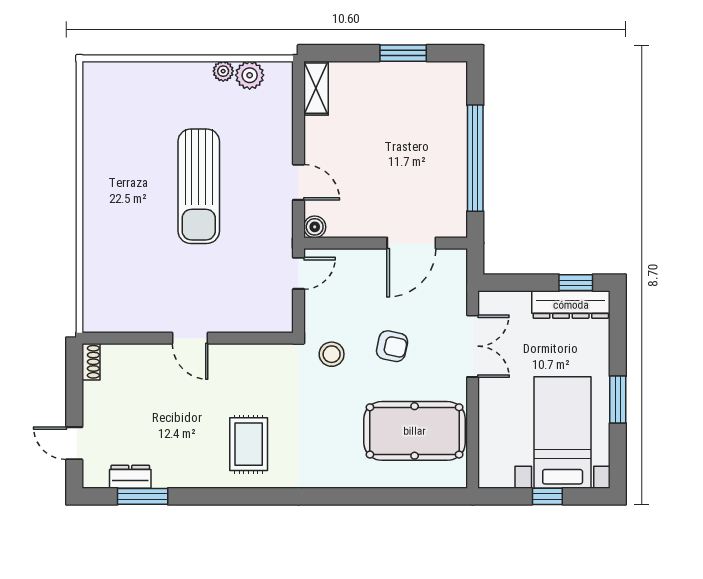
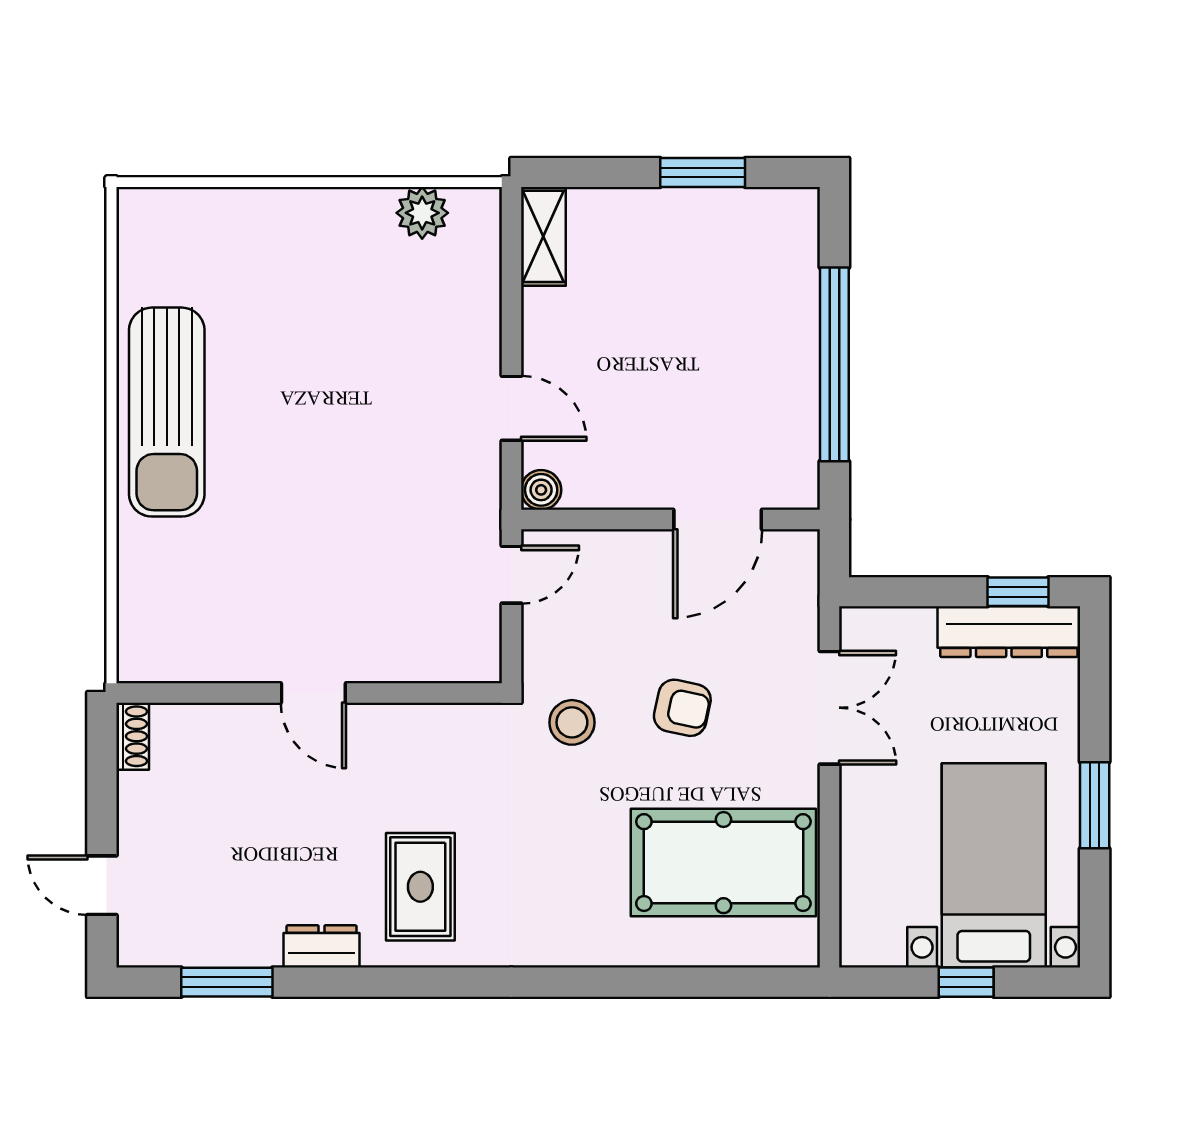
plant: (223, 71) -> (374, 205), removed
sun lounger: (199, 186) -> (167, 412), moved
dresser: (130, 477) -> (322, 946), moved

